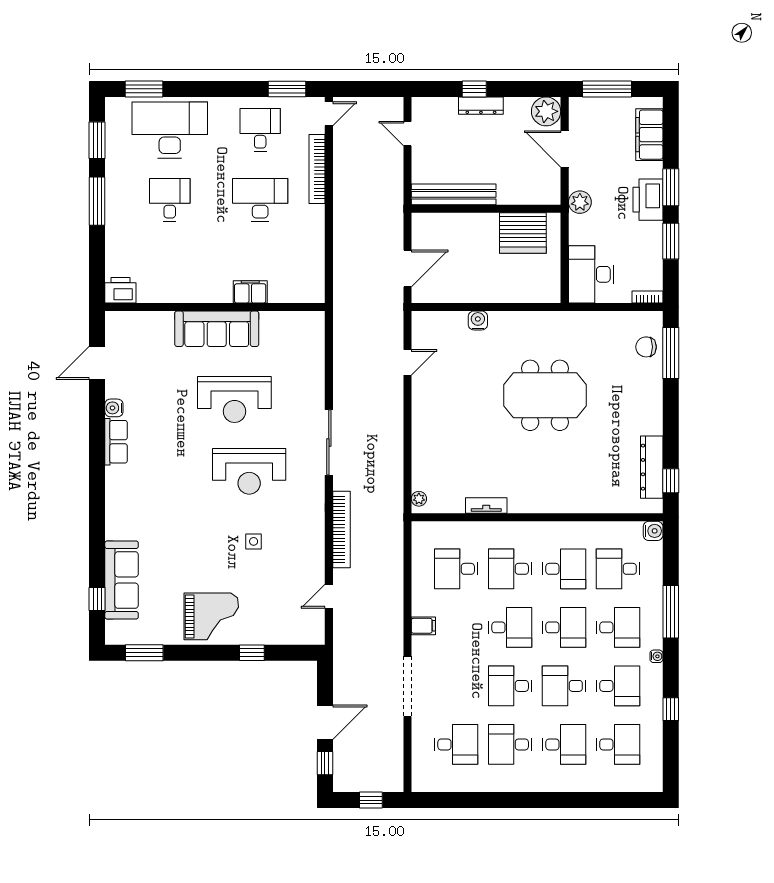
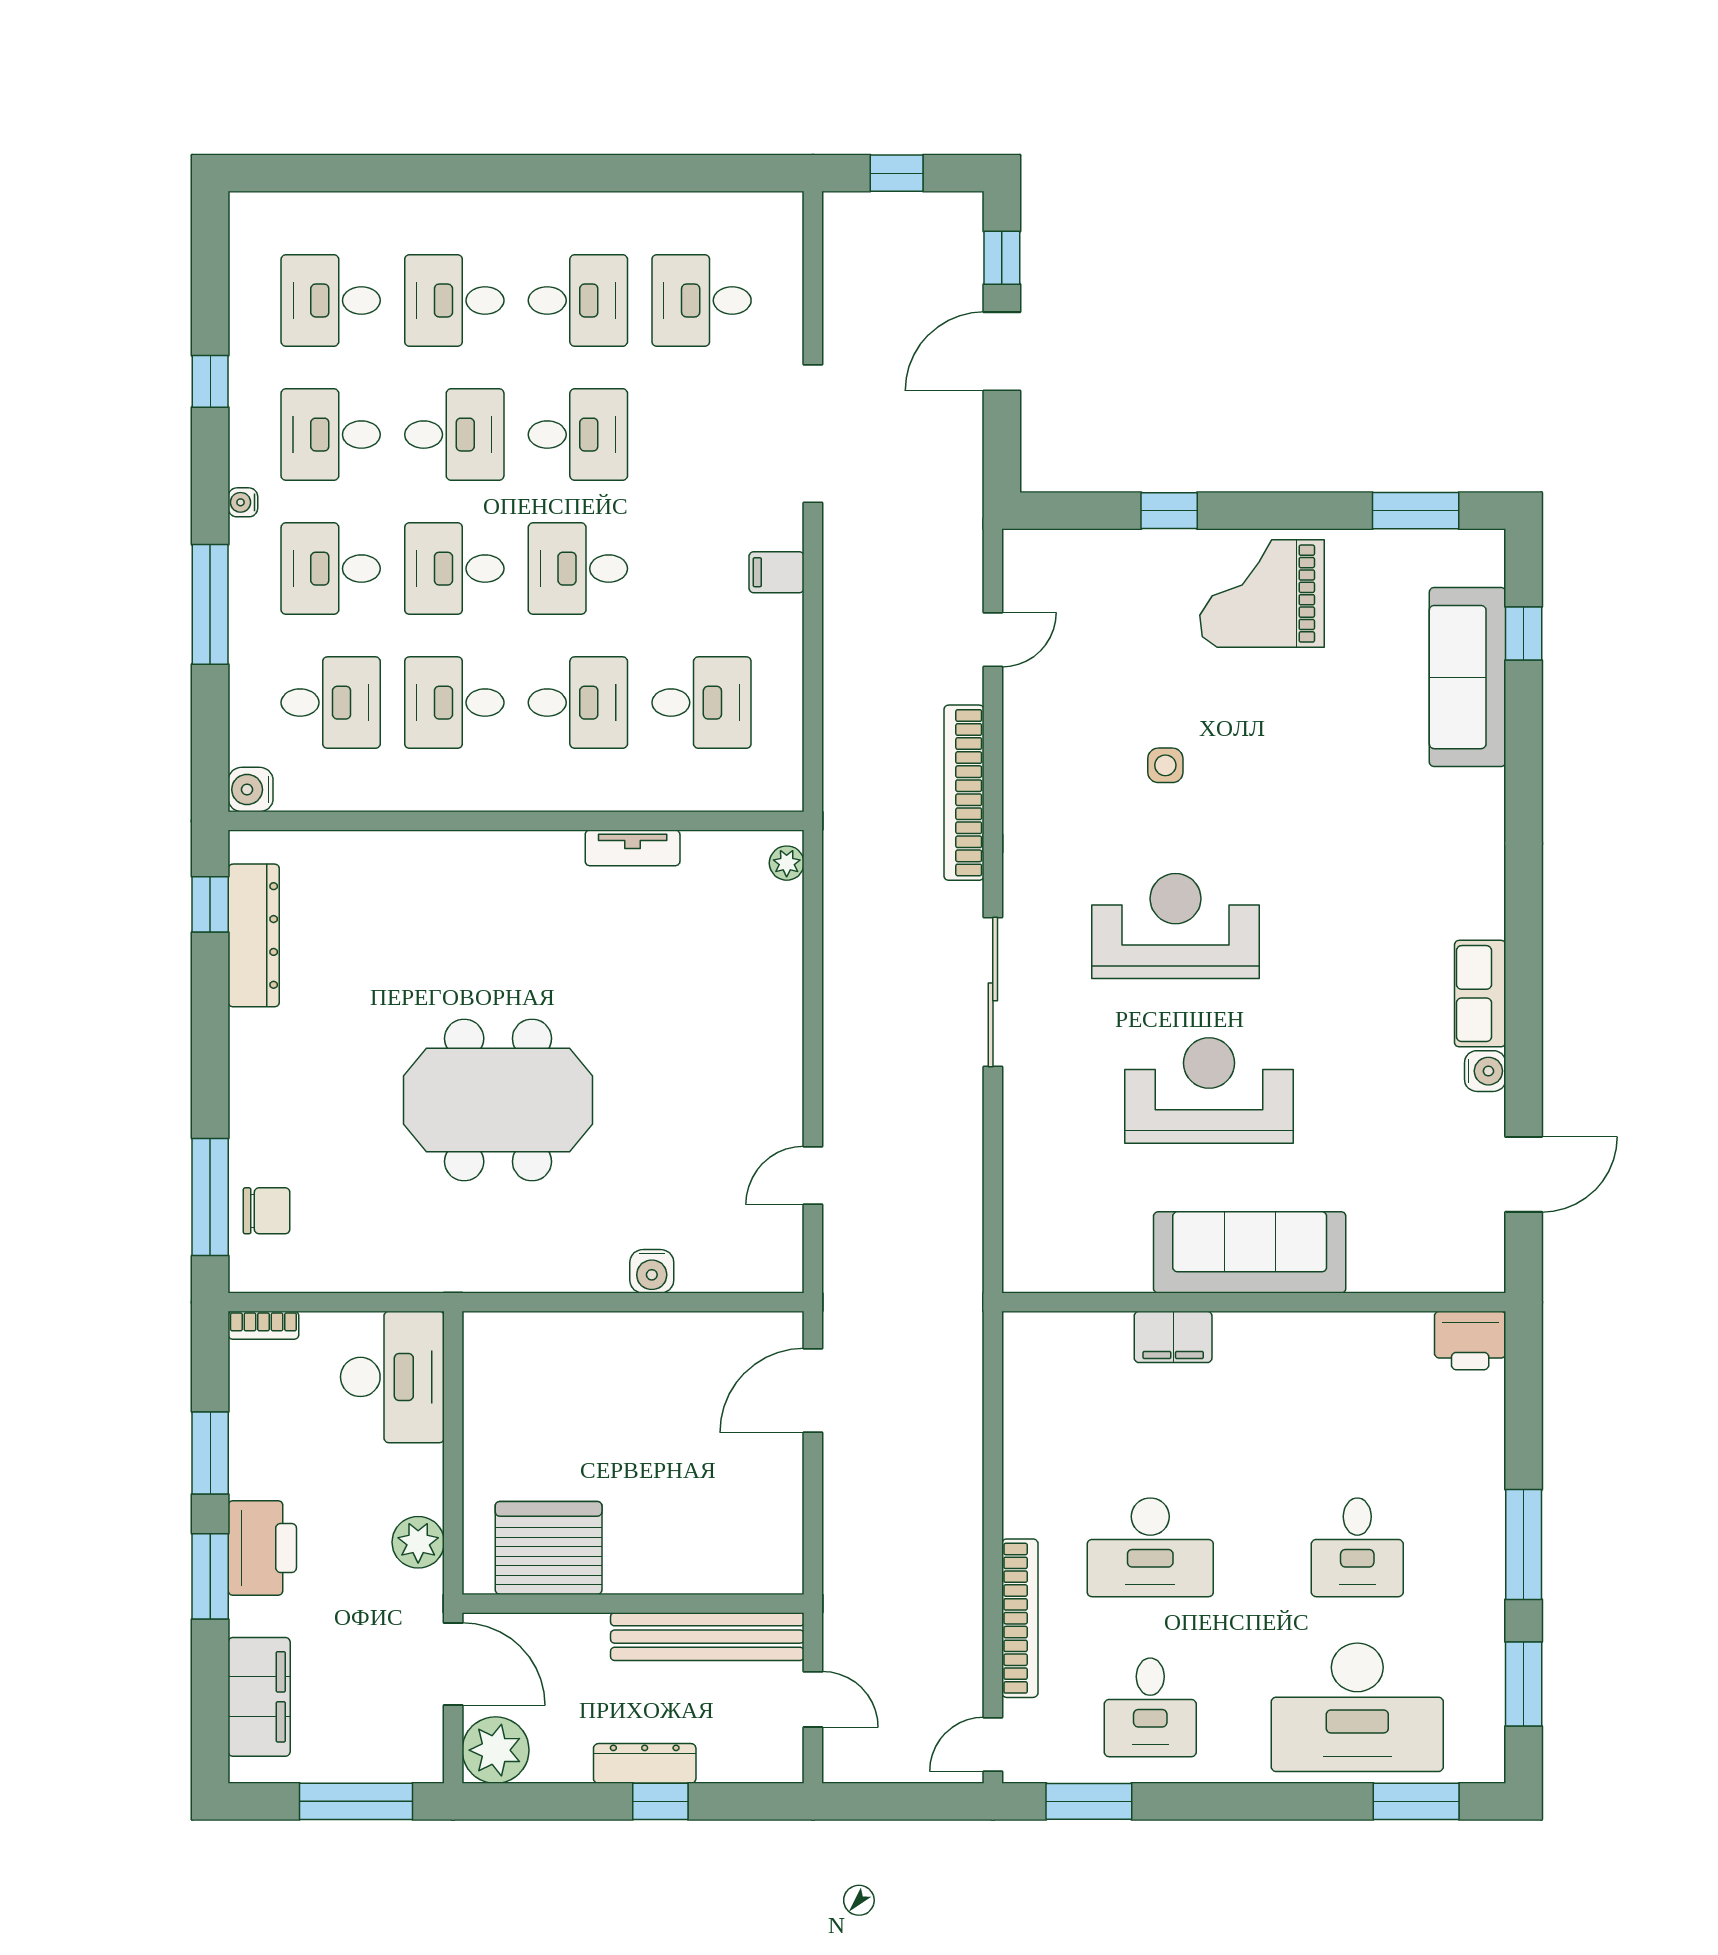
bench: (454, 194) -> (707, 1637), moved
wall: (486, 209) -> (633, 1604), moved
server rack: (523, 233) -> (549, 1548), moved

